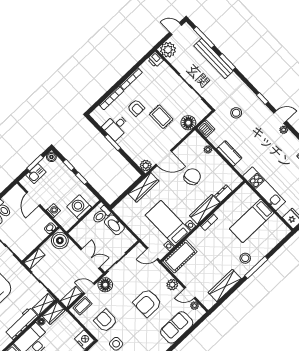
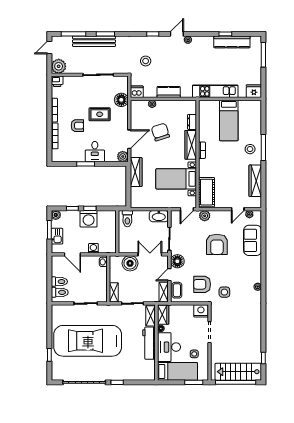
desk: (116, 127) -> (95, 152), moved
washing machine: (79, 207) -> (89, 219), moved, turned -90
washbasin: (114, 225) -> (159, 216), moved
boiler: (60, 241) -> (130, 263), moved
plant: (172, 285) -> (205, 216), moved

